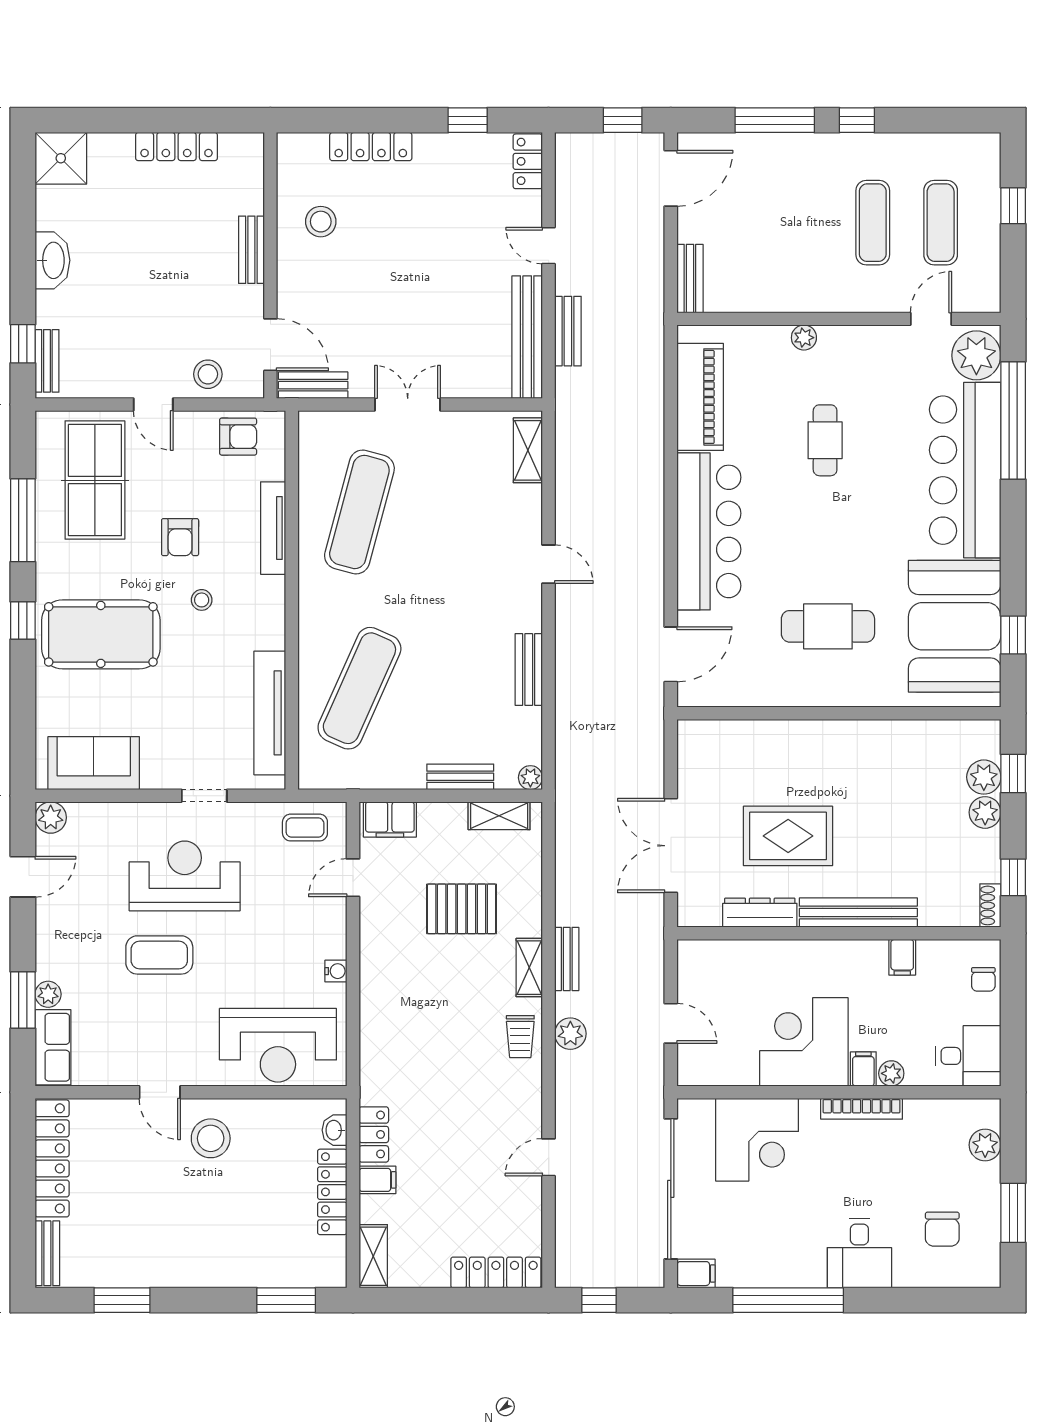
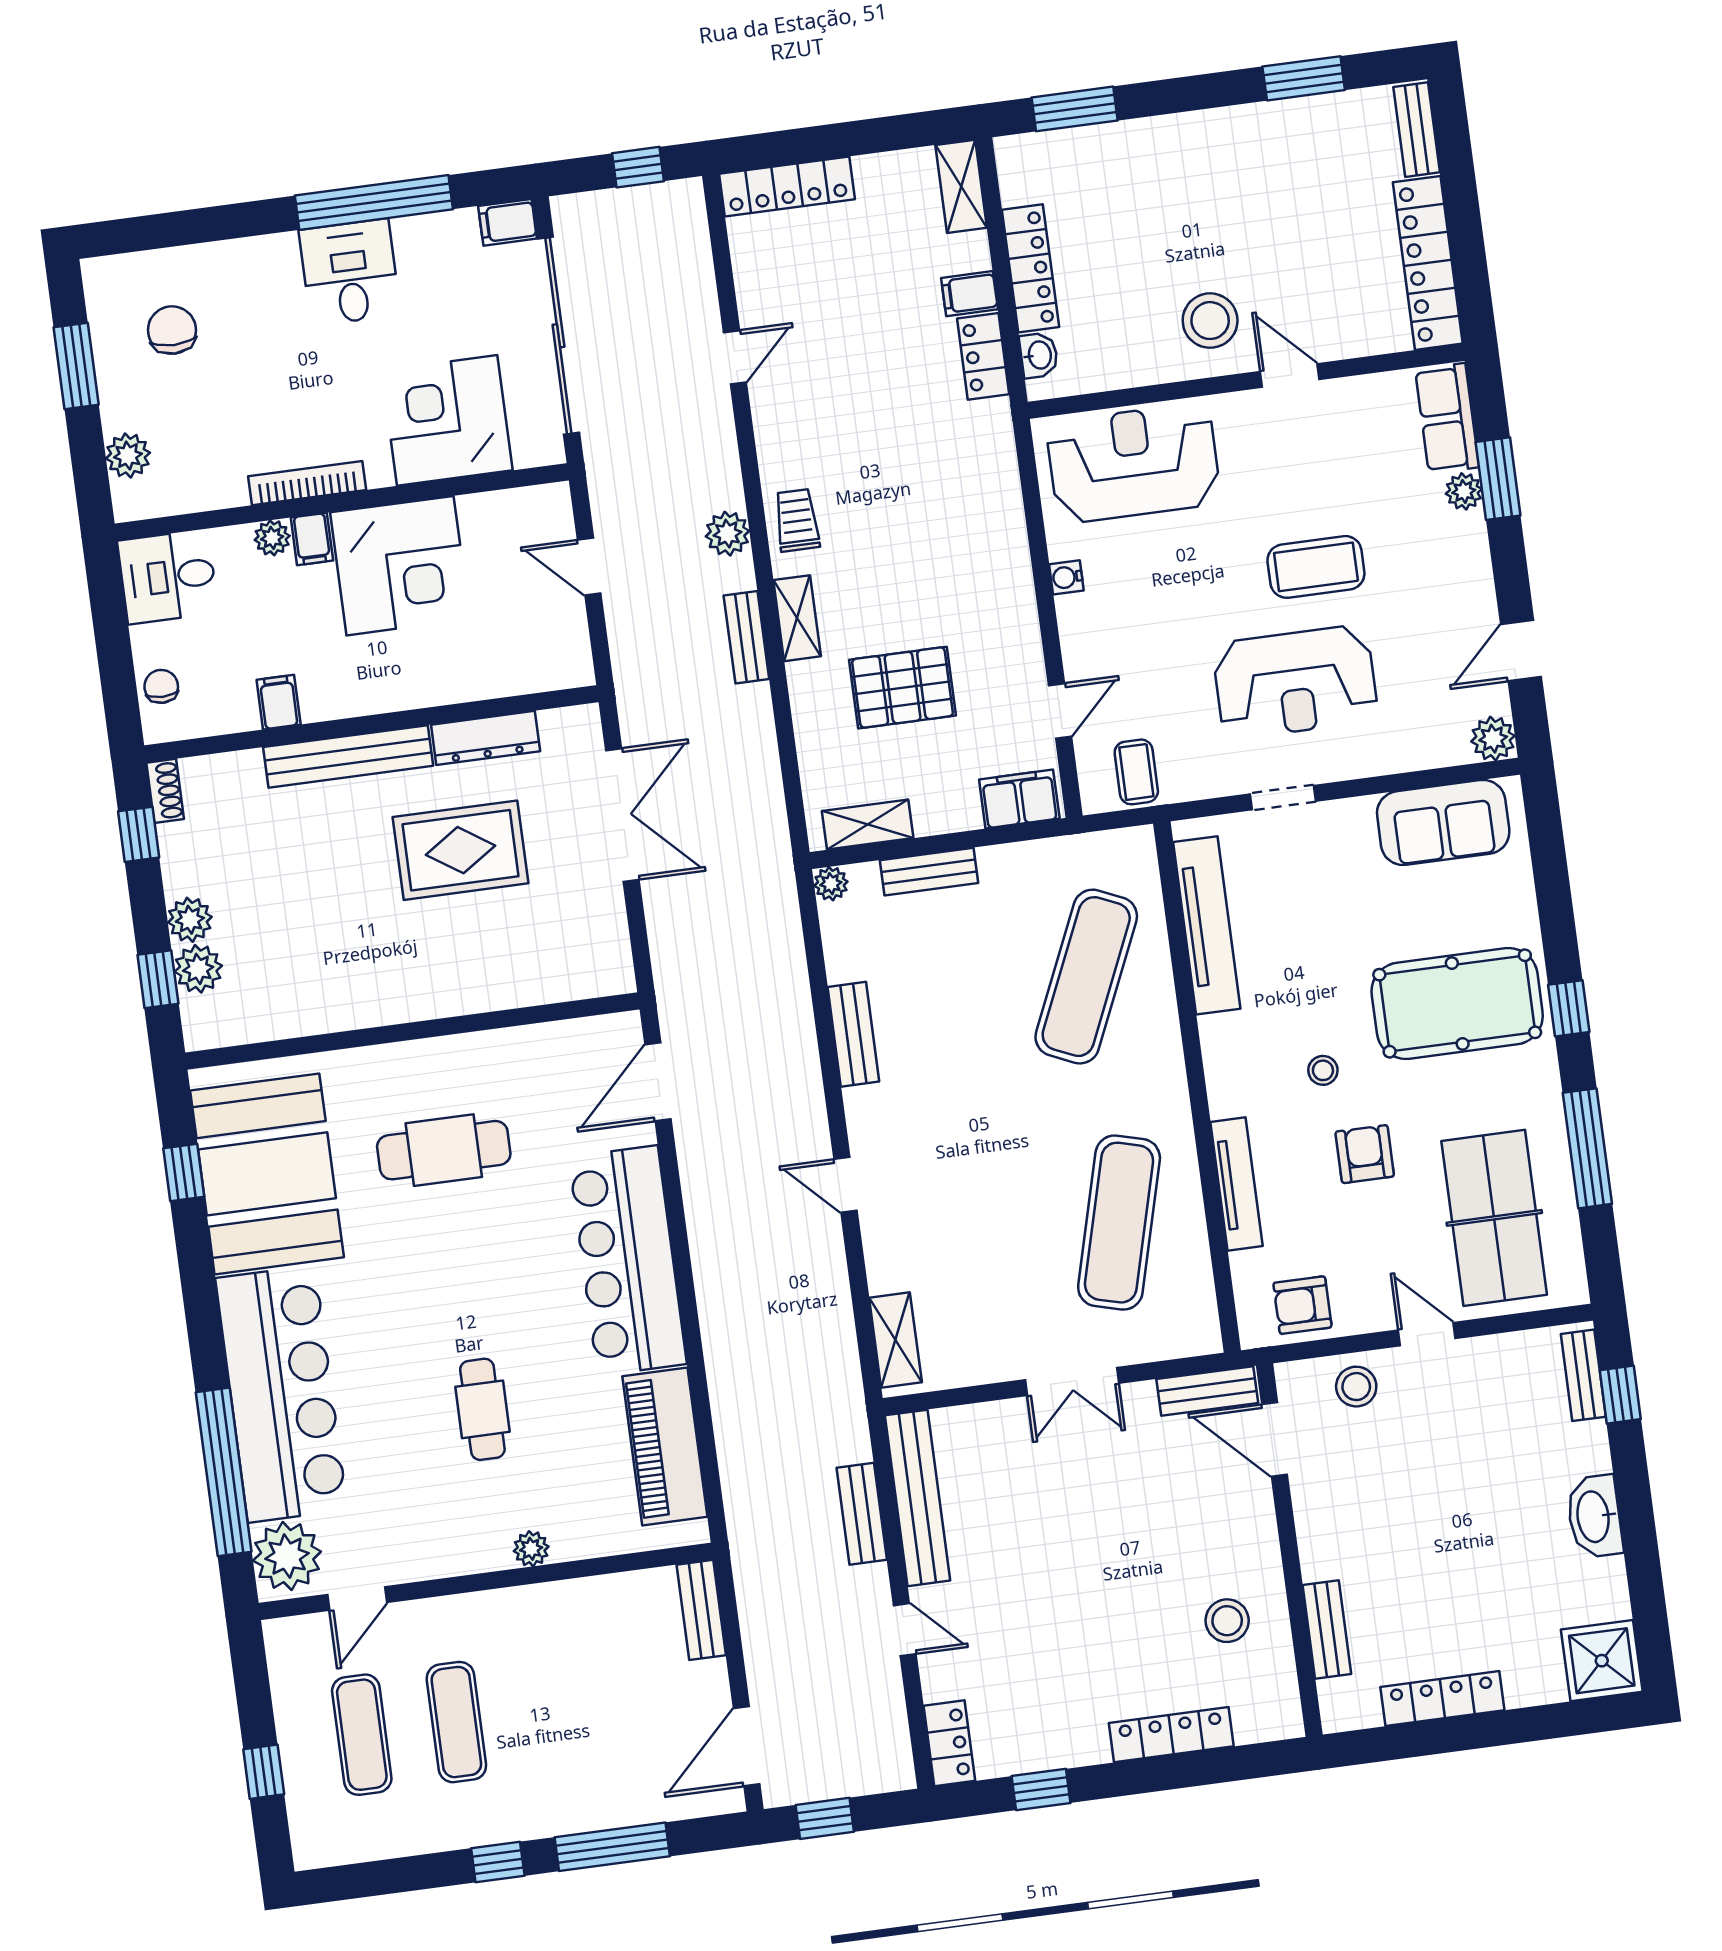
bench: (251, 250) -> (1327, 1630), moved
coffee table: (305, 828) -> (1136, 772), turned 90
desk: (859, 1253) -> (350, 272), moved

